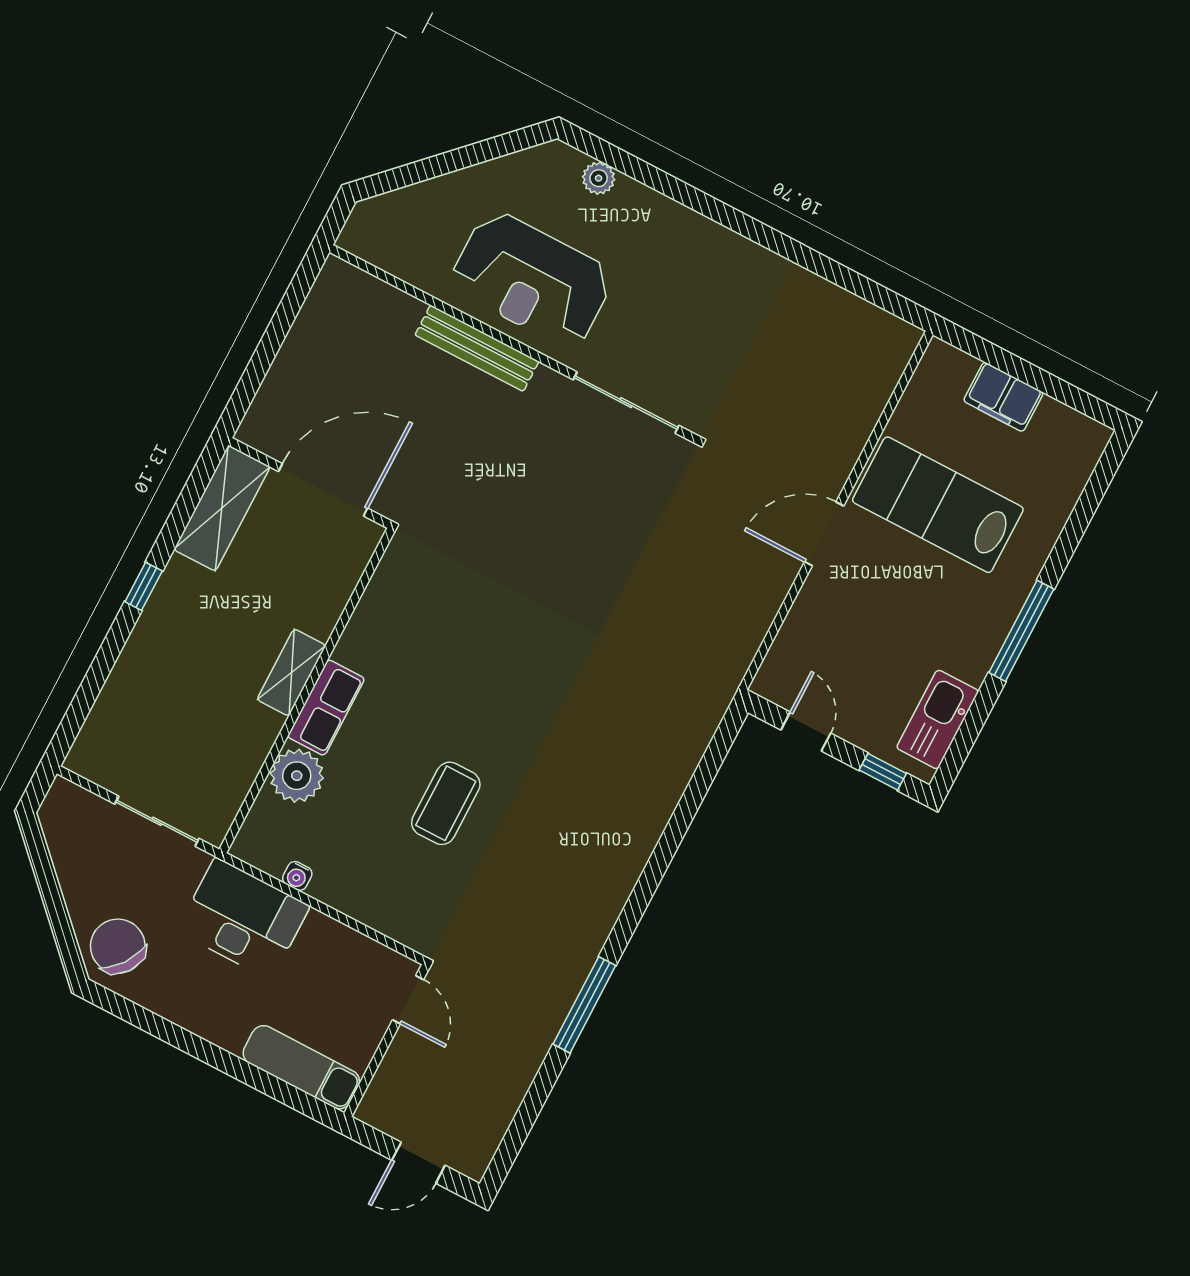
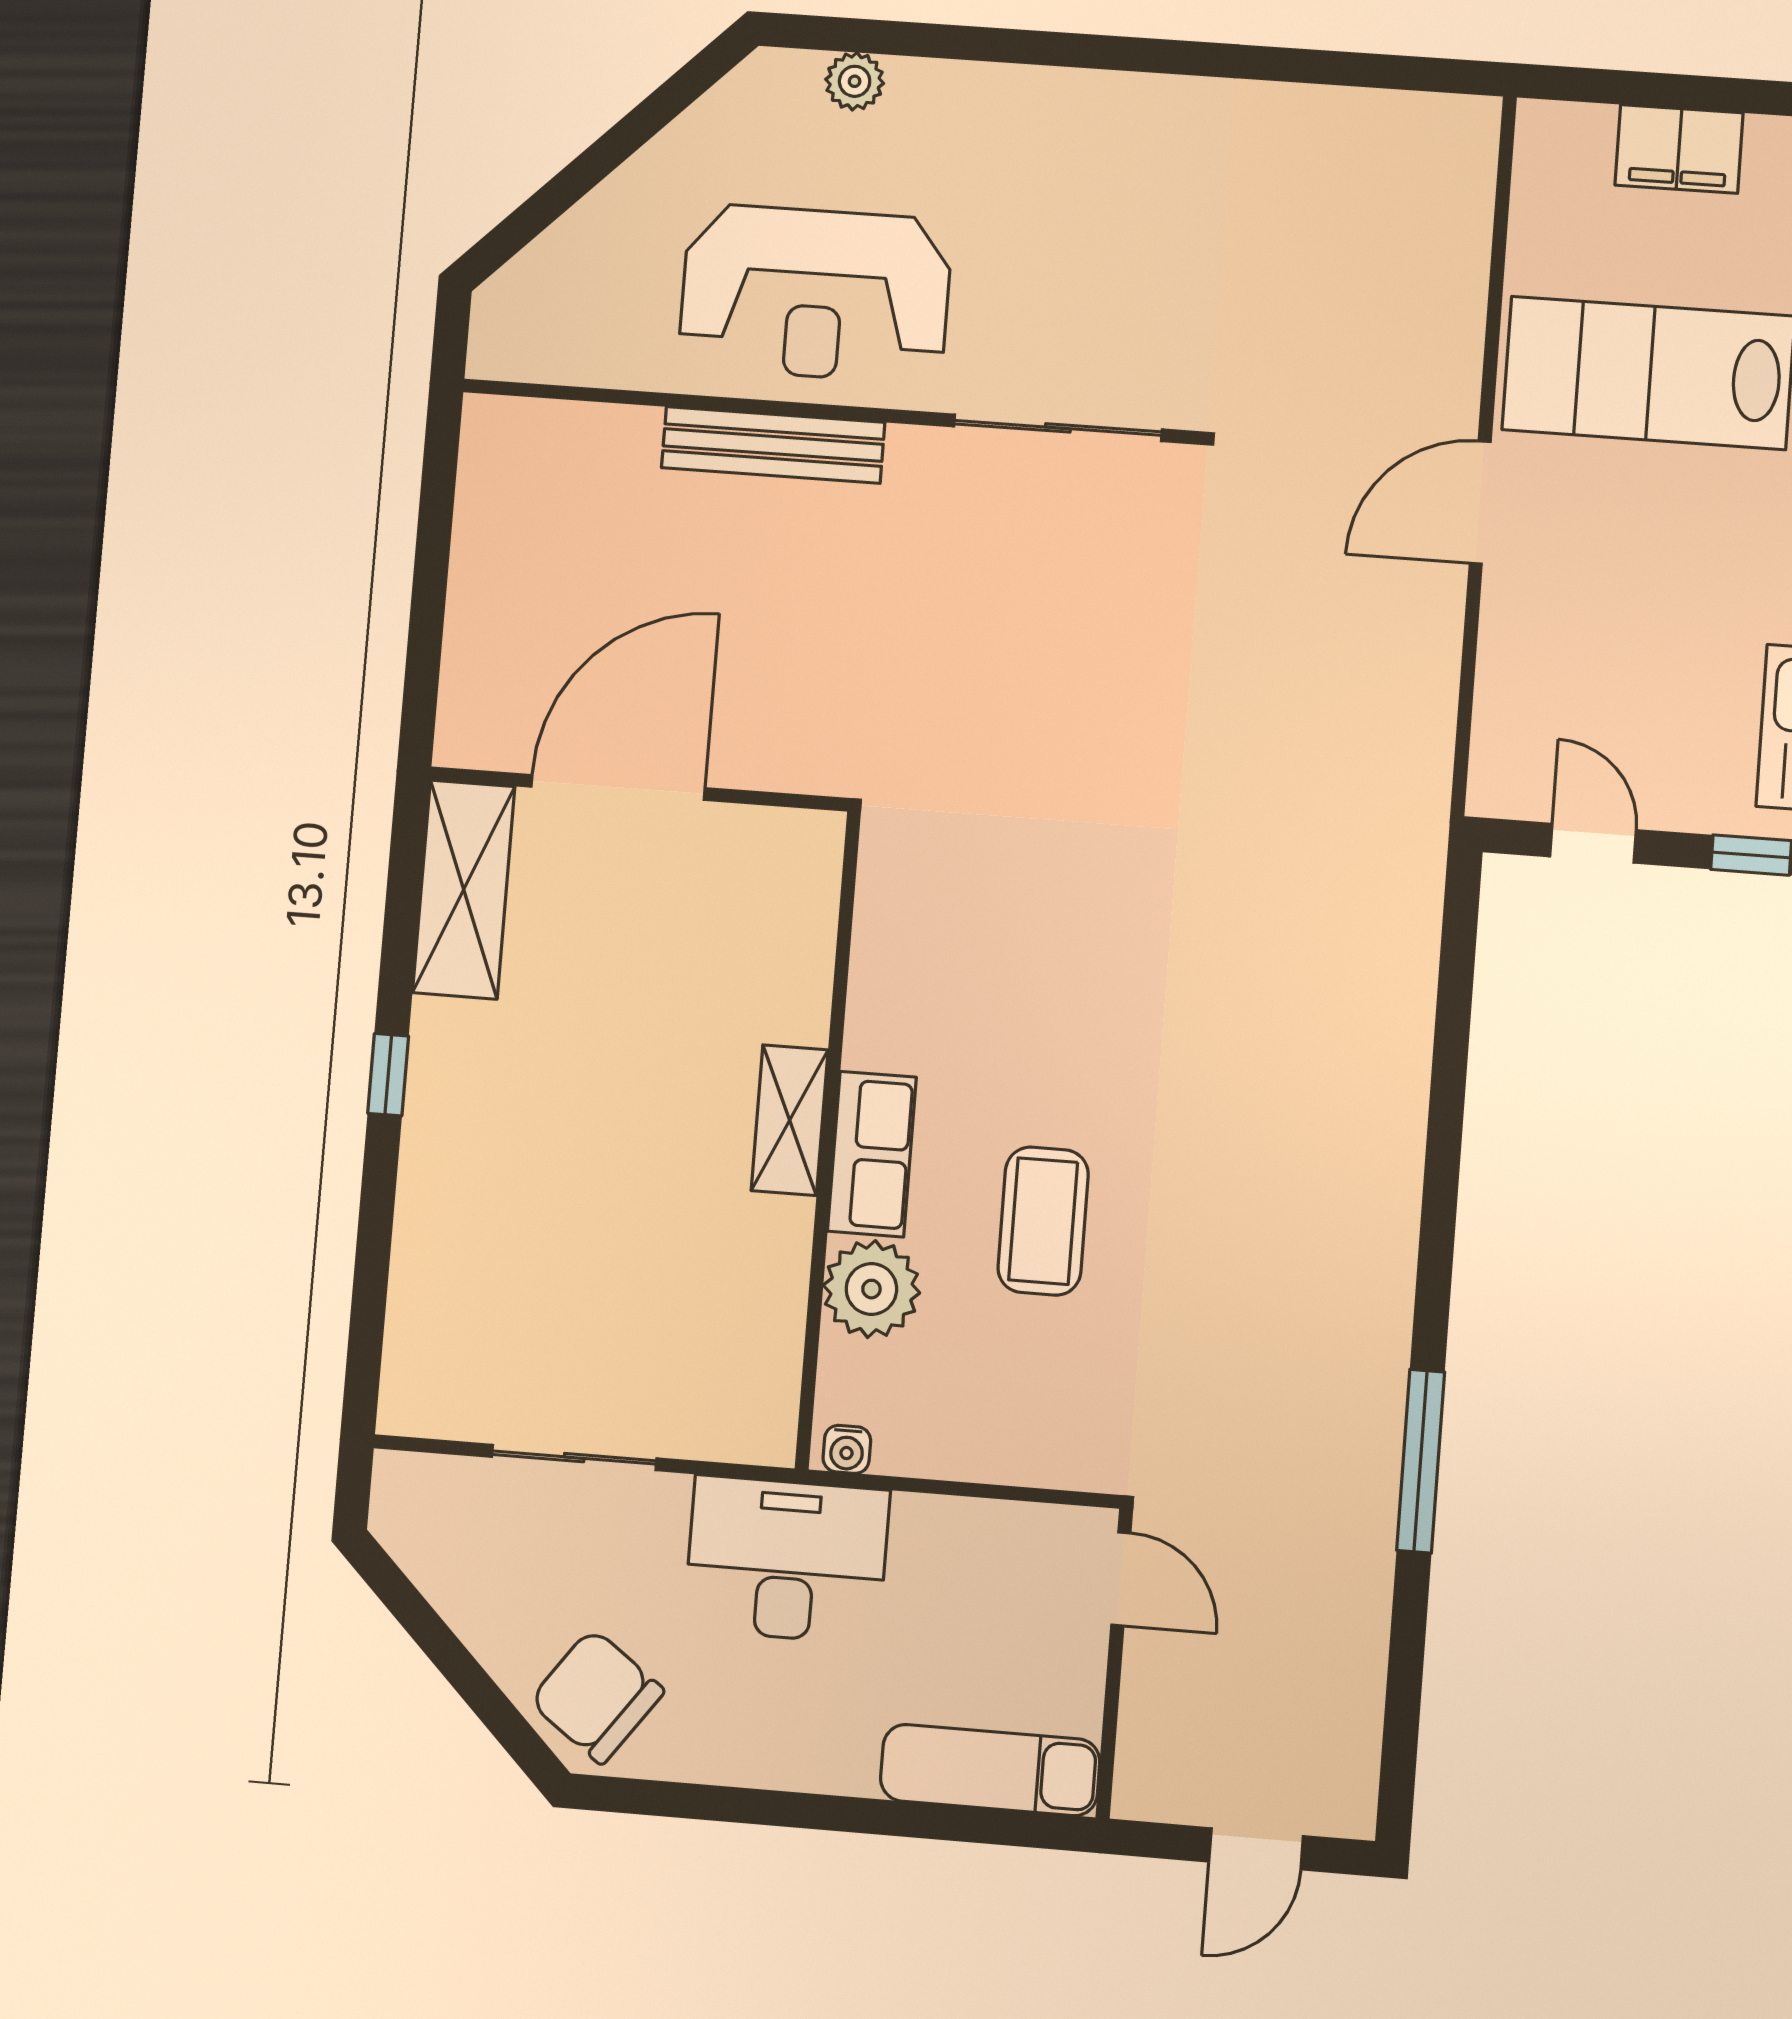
shelving: (291, 672) -> (790, 1120), moved
wall: (307, 690) -> (828, 1139), moved
row of seats: (326, 708) -> (872, 1154), moved
plant: (297, 776) -> (871, 1289), moved

